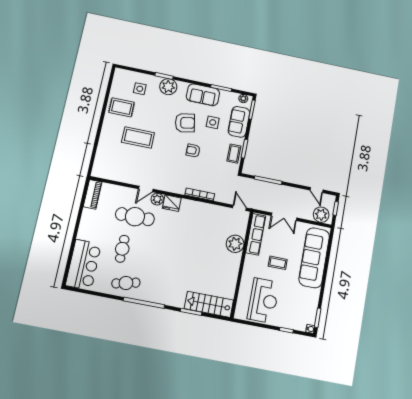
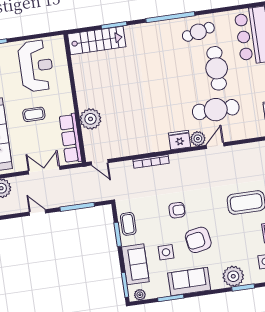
door: (316, 190) -> (37, 212), moved
cafe table: (122, 249) -> (217, 68), width x1.37, depth x1.35
reception desk: (263, 301) -> (36, 66), turned 180

